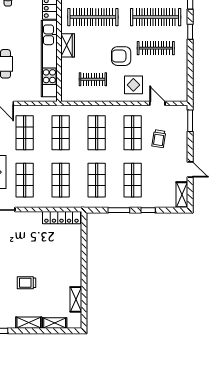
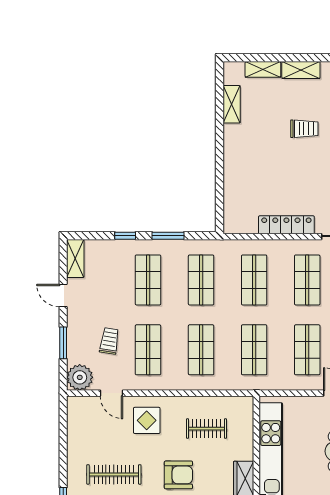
armchair: (121, 56) -> (178, 475), moved
plant: (179, 114) -> (80, 377), added
window: (190, 121) -> (63, 343), moved
locker: (61, 218) -> (286, 225), moved

